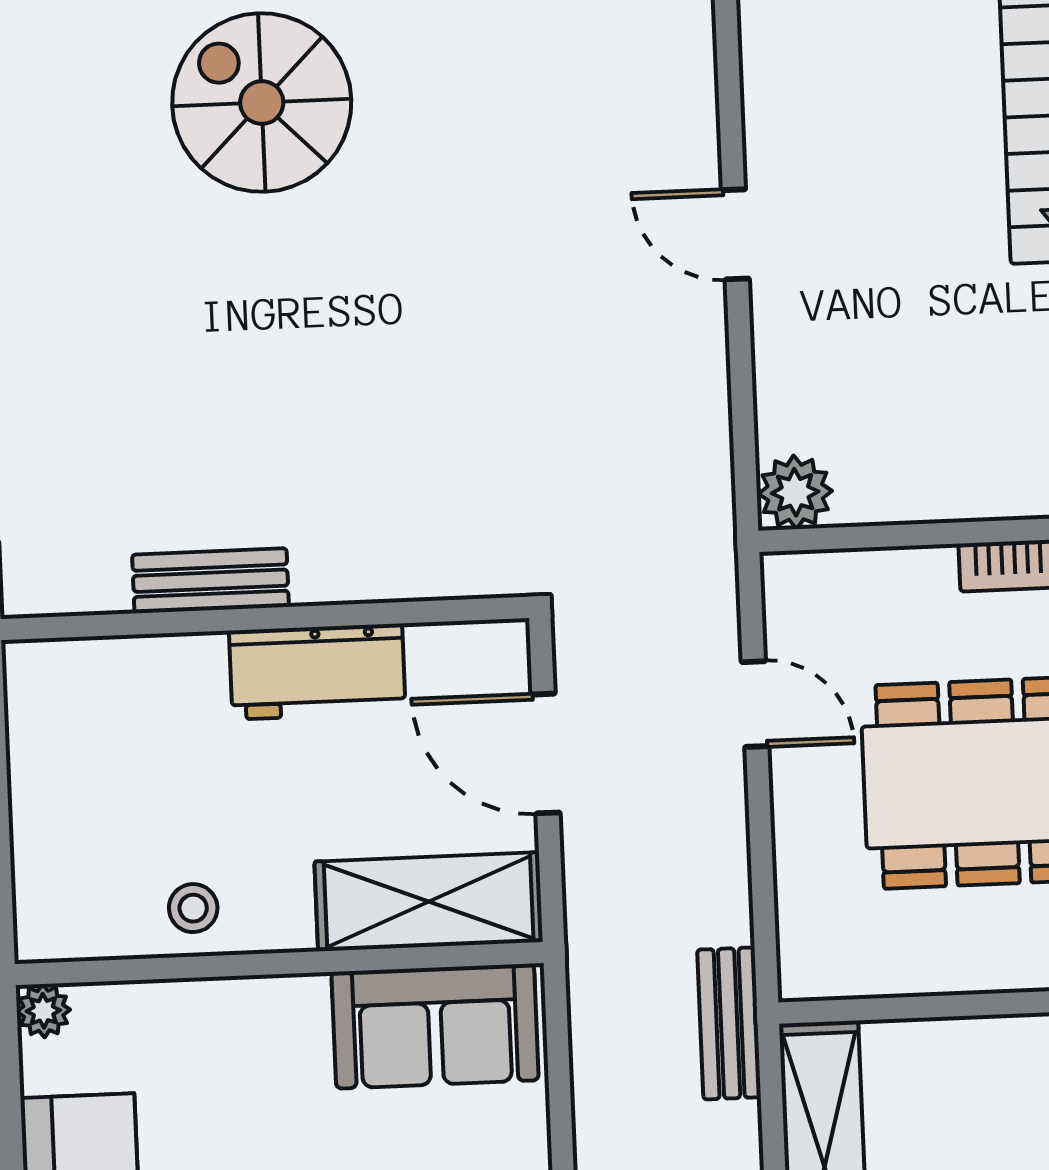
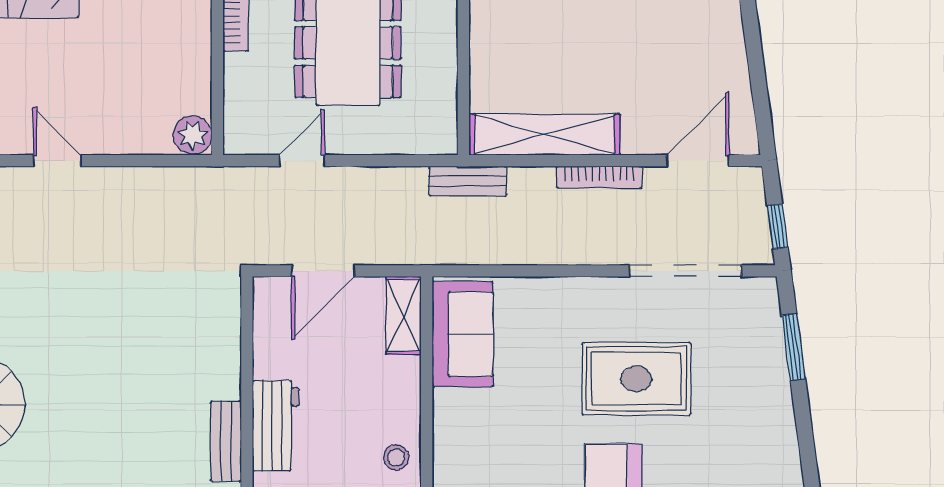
door: (735, 234) -> (57, 161), swing flipped
workbench: (317, 672) -> (276, 426), moved
shelving: (429, 902) -> (404, 315), width x0.67, depth x0.75

